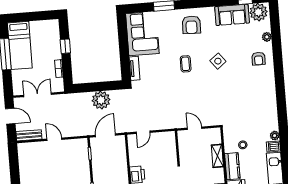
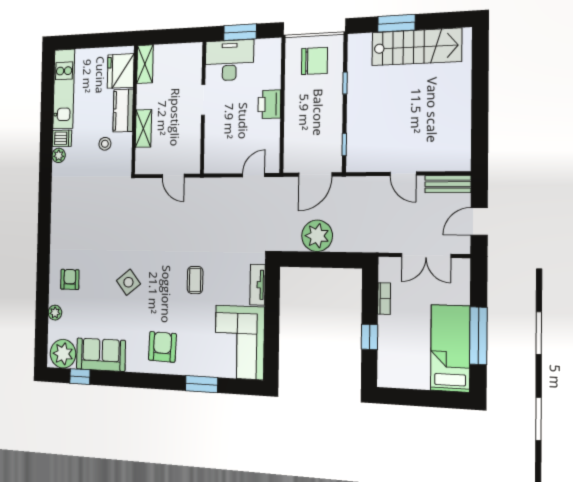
coffee table: (186, 64) -> (195, 280), moved
door: (10, 116) -> (479, 221), hinge flipped

